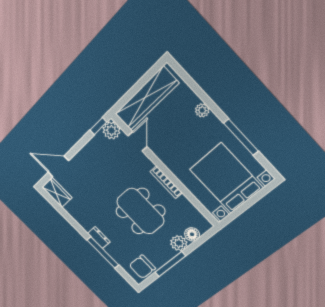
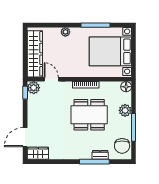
floor lamp: (192, 234) -> (126, 87), moved
dresser: (99, 238) -> (100, 155), moved

